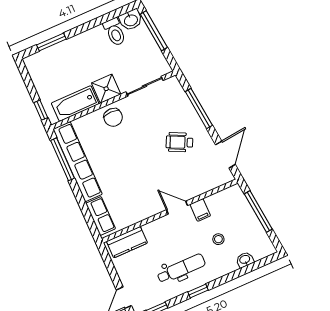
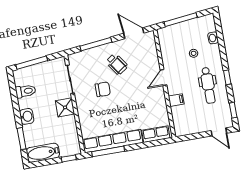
washbasin: (131, 20) -> (27, 116), moved
bathtub: (75, 104) -> (43, 153), moved, turned 90
chair: (113, 117) -> (103, 89), moved
wheelchair: (179, 142) -> (117, 64), turned -61
filing cabinet: (200, 210) -> (176, 100), moved
kitchen counter: (127, 242) -> (179, 120), removed
dental chair: (181, 269) -> (208, 85), turned 180

